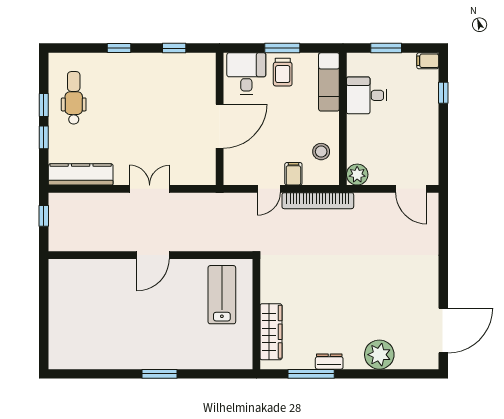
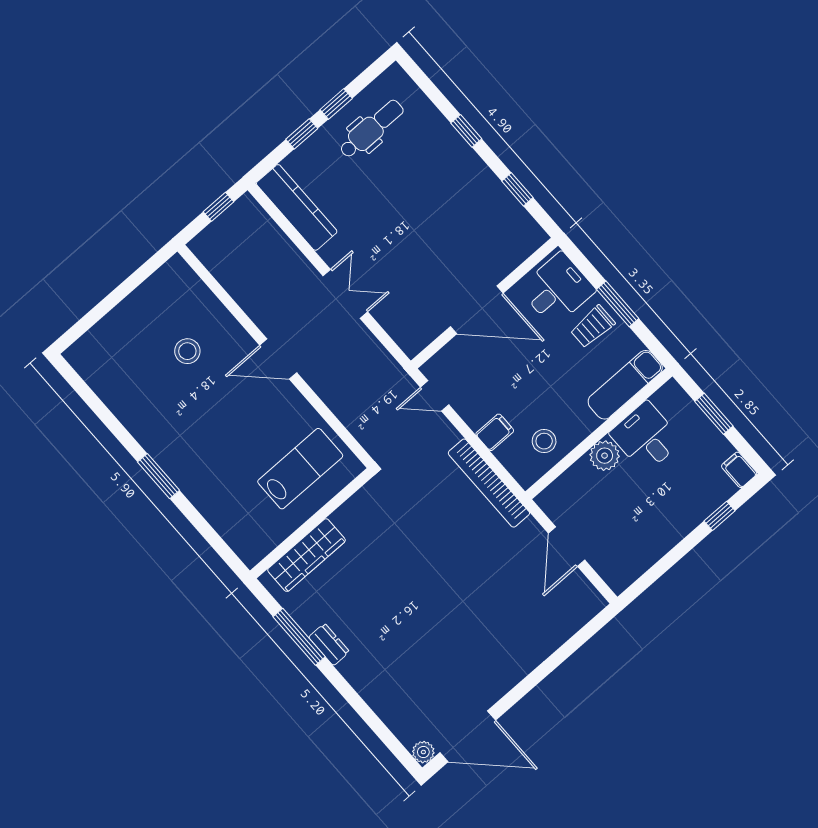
plant: (357, 175) -> (605, 456), moved
door: (269, 189) -> (435, 396), moved
door: (411, 189) -> (567, 547), moved
stool: (106, 300) -> (187, 351), added
plant: (379, 355) -> (423, 752), moved, width x0.53, depth x0.53

